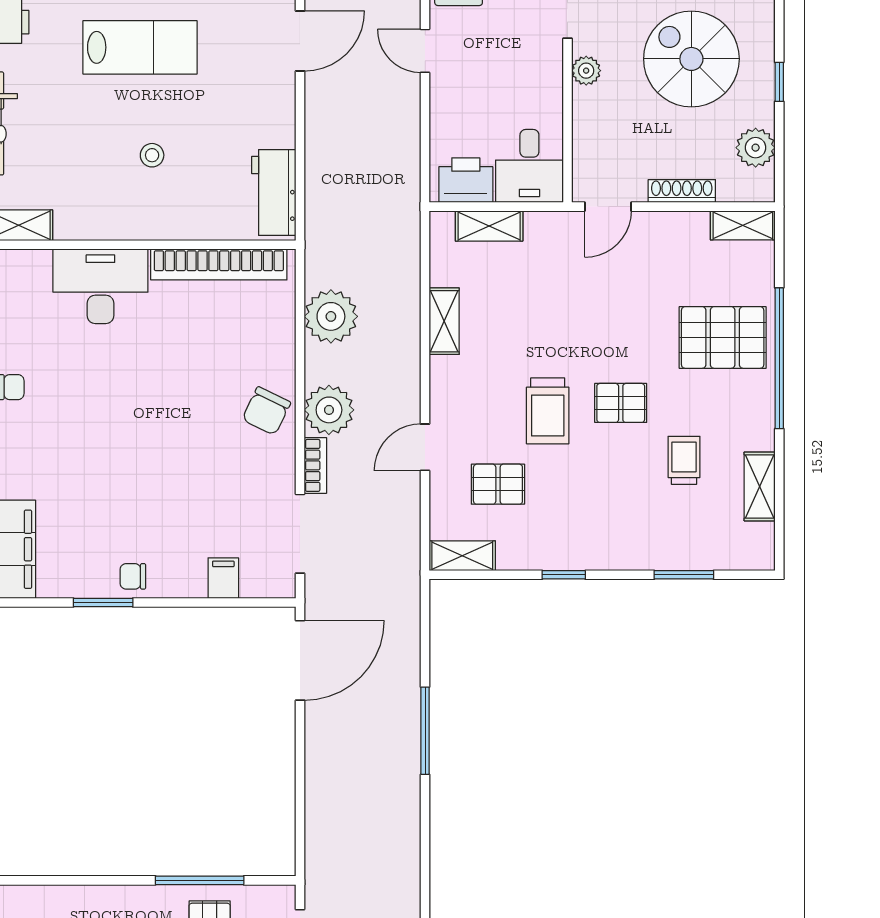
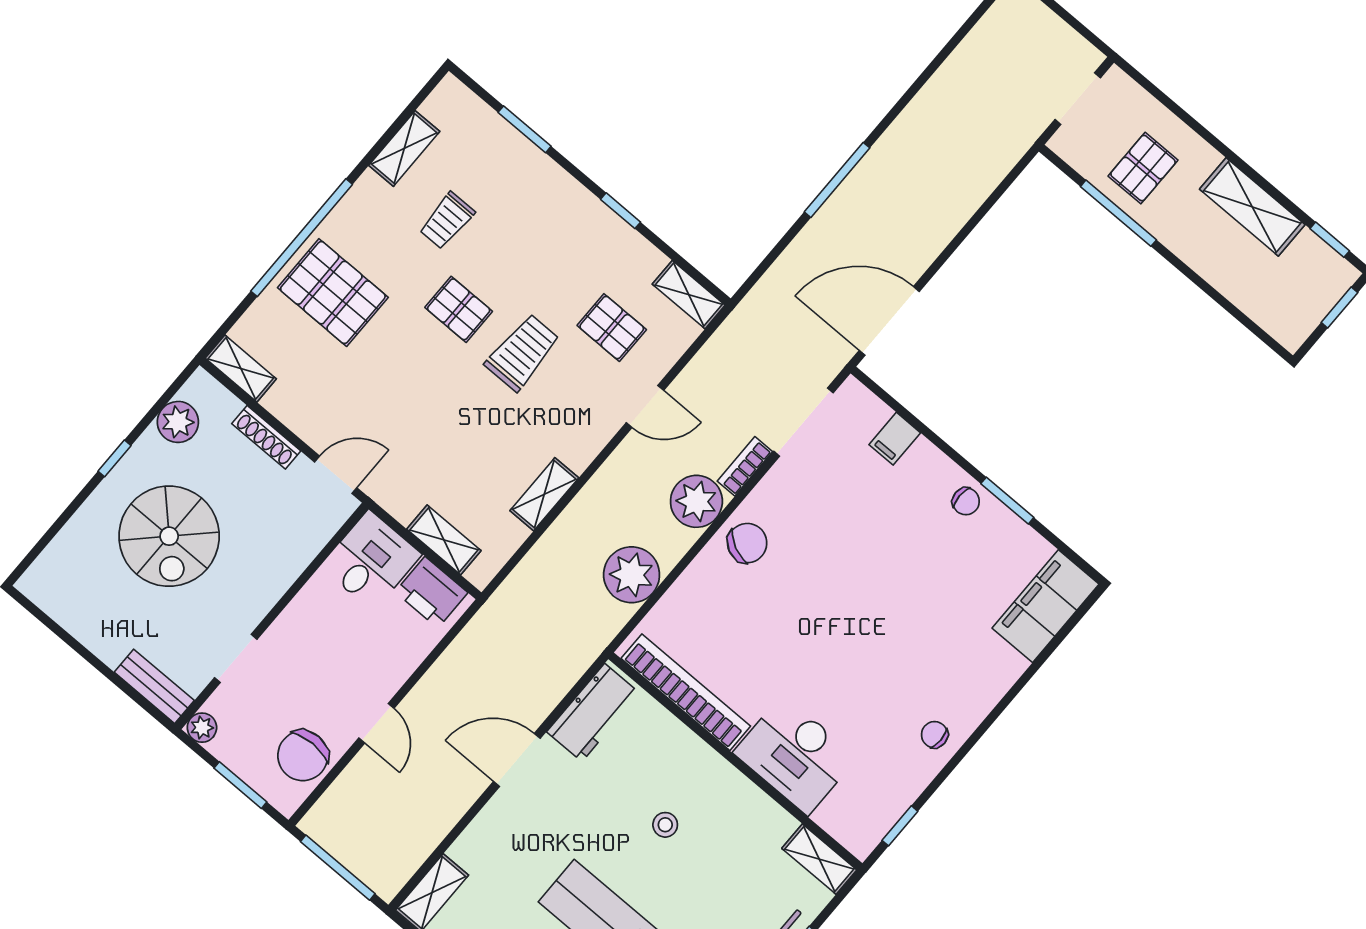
door: (300, 41) -> (517, 760), moved
plant: (586, 71) -> (261, 598), removed

